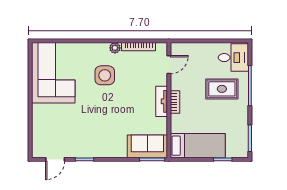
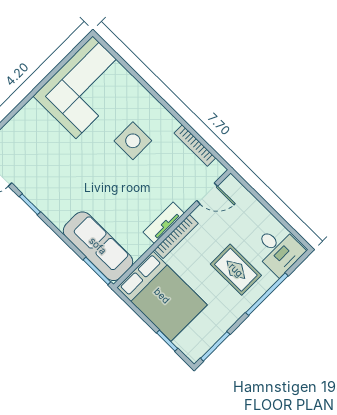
plant: (115, 48) -> (170, 124), removed
bookcase: (175, 102) -> (176, 237), width x1.56
sofa: (147, 146) -> (98, 246), width x1.36
bed: (198, 146) -> (162, 296), width x1.50

